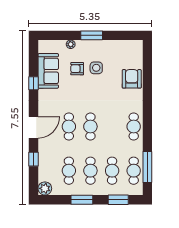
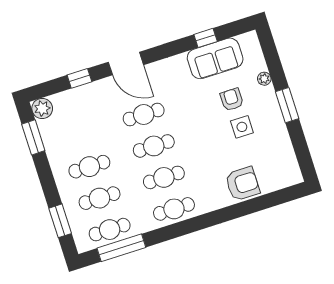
window: (34, 83) -> (206, 38), moved
cafe table: (69, 171) -> (164, 177), moved
window: (82, 200) -> (33, 137), moved

